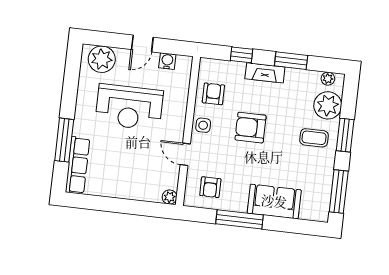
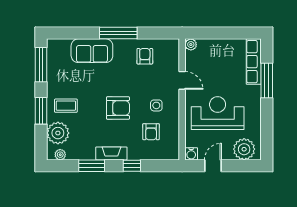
wall: (188, 131) -> (182, 99), moved
door: (185, 154) -> (182, 80), moved
plant: (170, 197) -> (191, 45), moved

